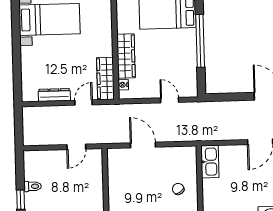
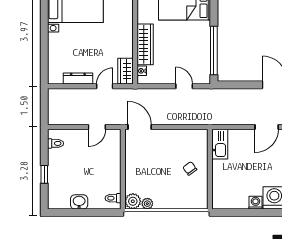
window: (200, 41) -> (214, 50), moved
wardrobe: (105, 79) -> (126, 71), width x0.67
door: (143, 145) -> (140, 127), moved
toilet: (33, 186) -> (55, 143), moved

